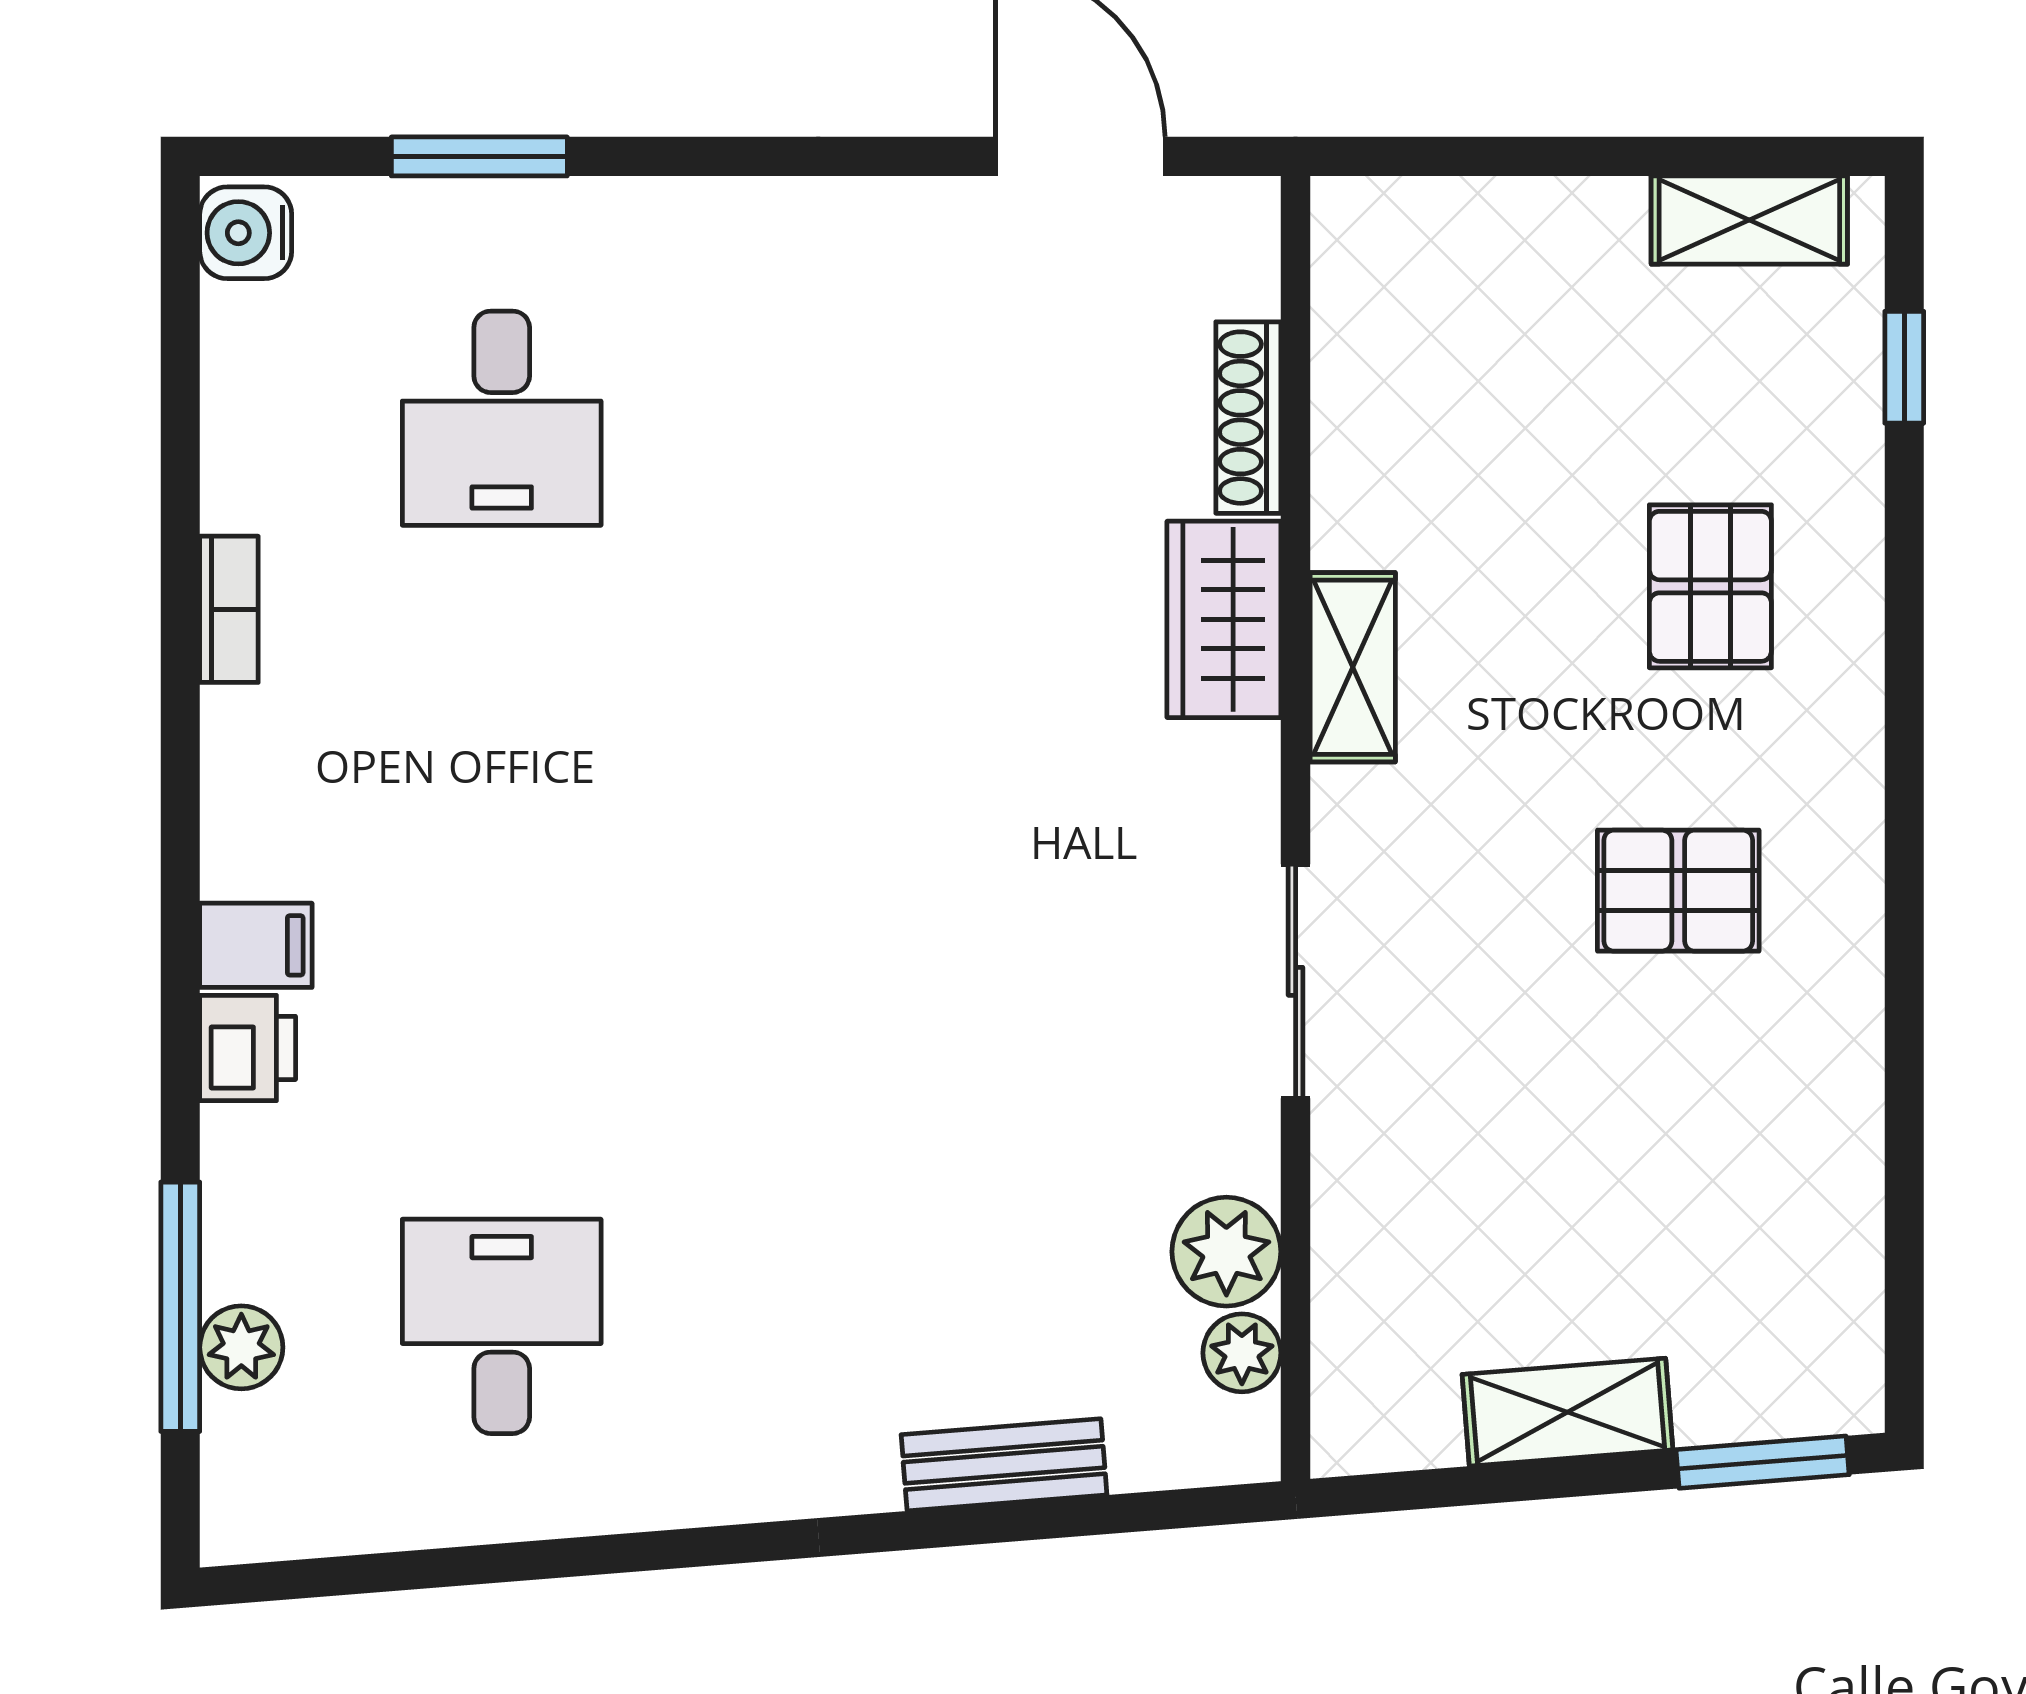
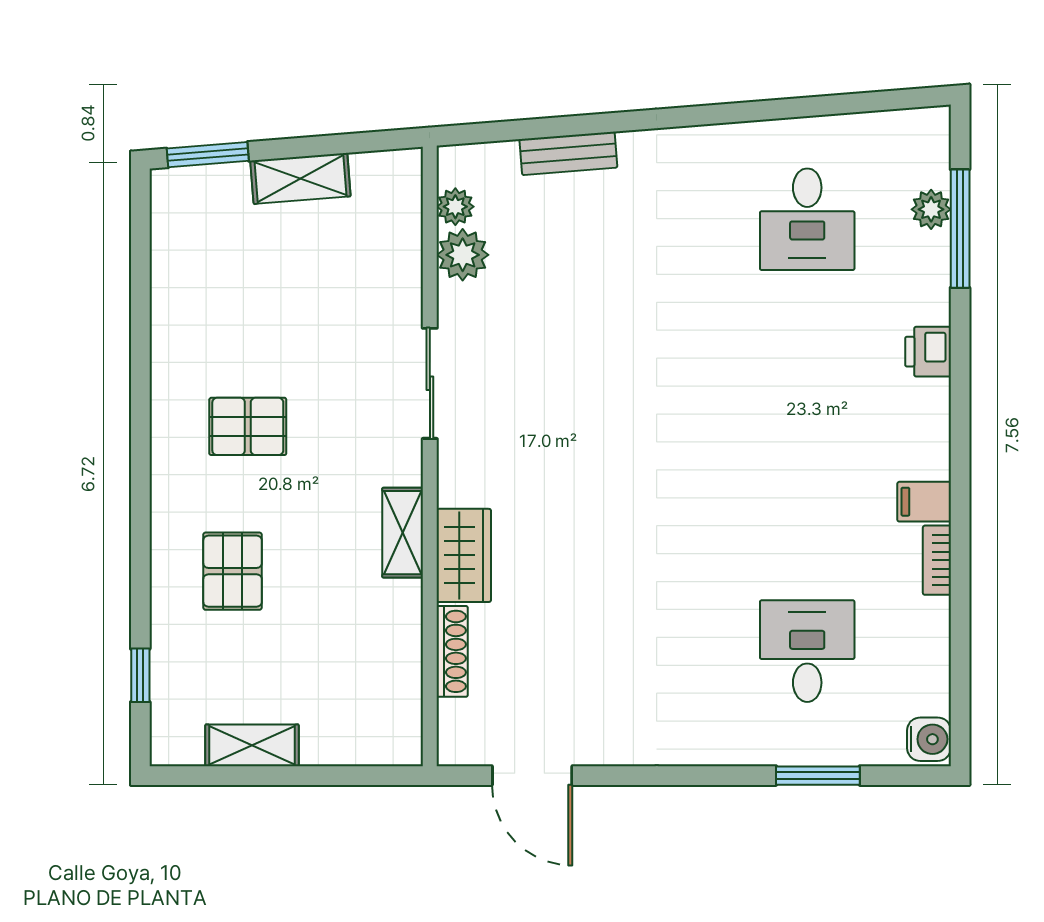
shelving: (1749, 220) -> (252, 745), moved
filing cabinet: (256, 945) -> (924, 502), moved

